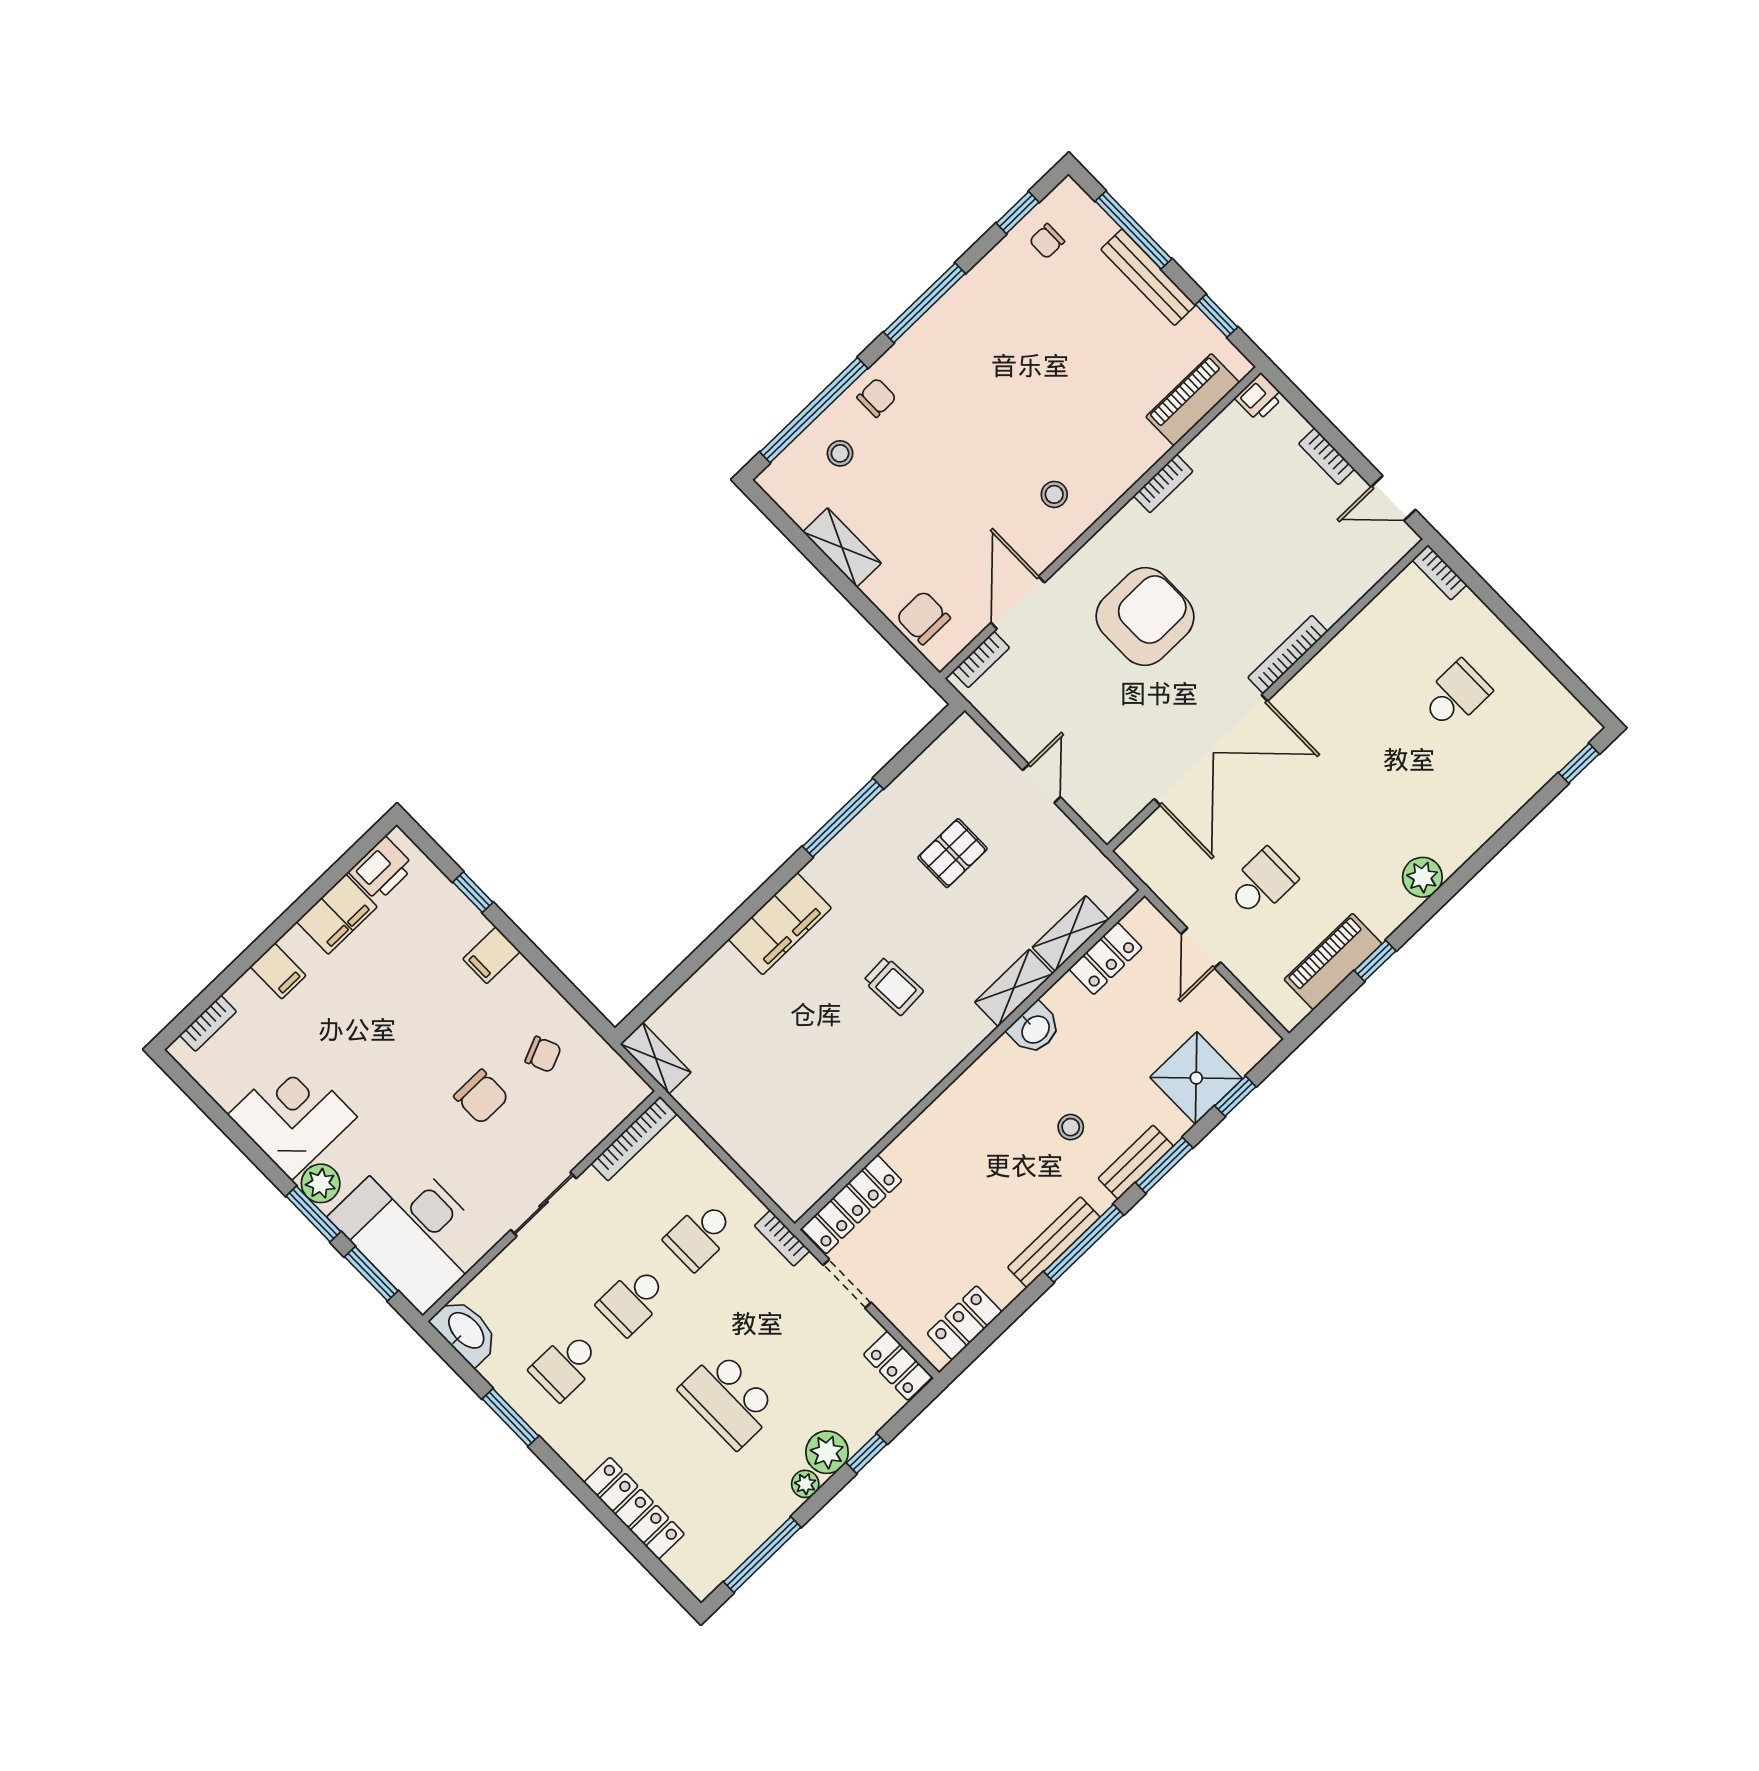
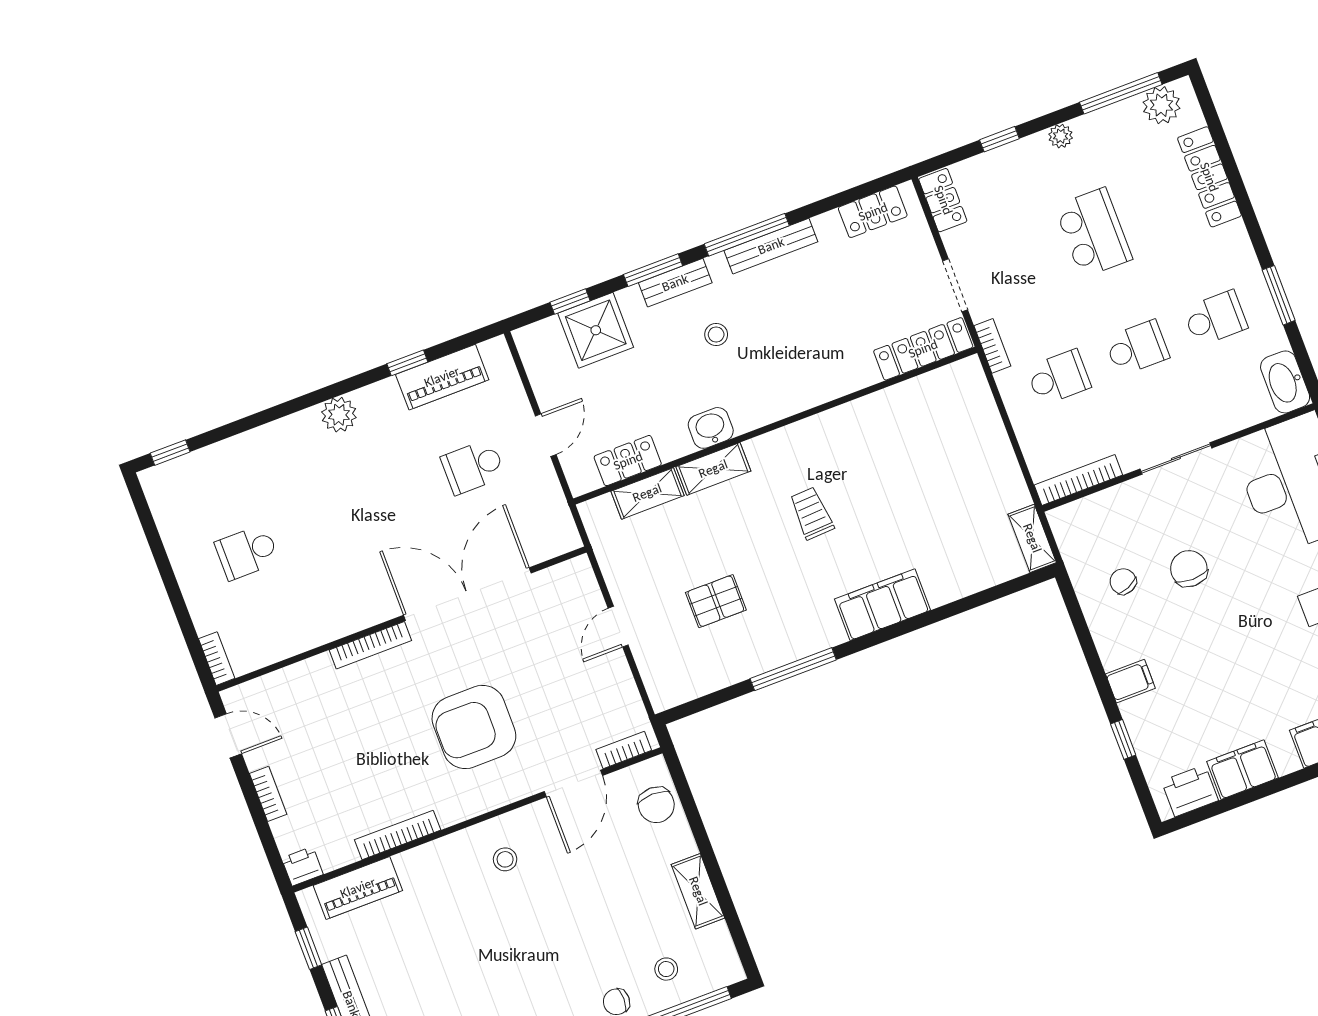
bookcase: (1163, 484) -> (398, 835), width x1.56
plant: (827, 1452) -> (1161, 105), moved

